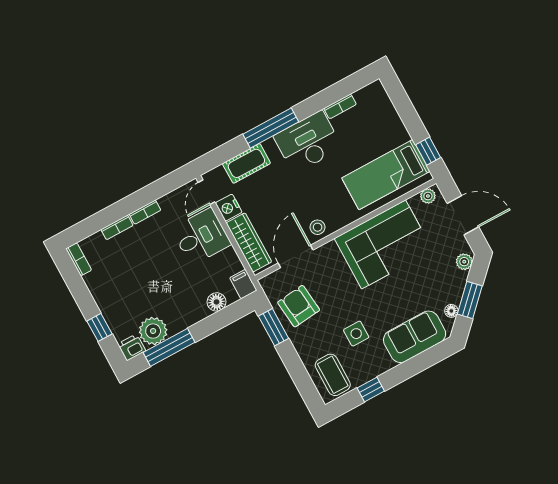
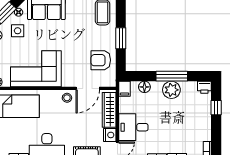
armchair: (299, 306) -> (101, 60), turned 96
window: (274, 327) -> (121, 38), moved
plant: (153, 331) -> (171, 90), moved
side table: (356, 334) -> (18, 31), moved
window: (169, 347) -> (172, 76), moved

